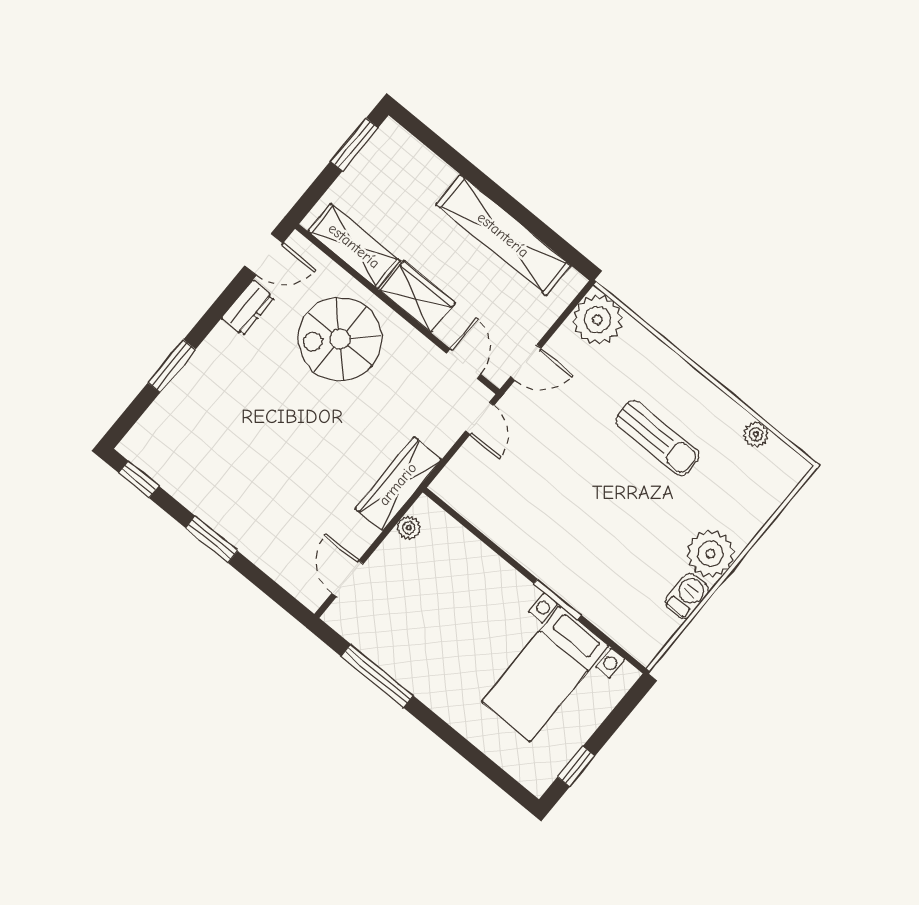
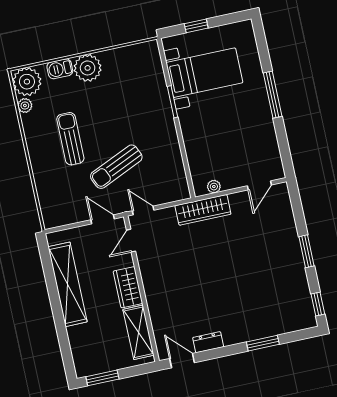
plant: (597, 320) -> (27, 82), moved
spiral stairs: (340, 339) -> (178, 296), removed
door: (480, 418) -> (143, 211), hinge flipped
sun lounger: (564, 449) -> (116, 167), added
barbecue: (687, 596) -> (60, 69), moved
window: (377, 676) -> (273, 95), moved
window: (576, 766) -> (196, 26), moved

